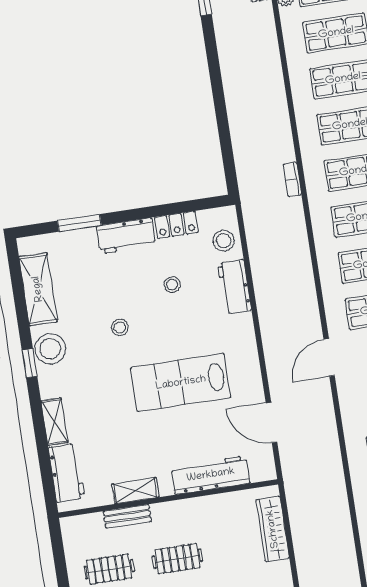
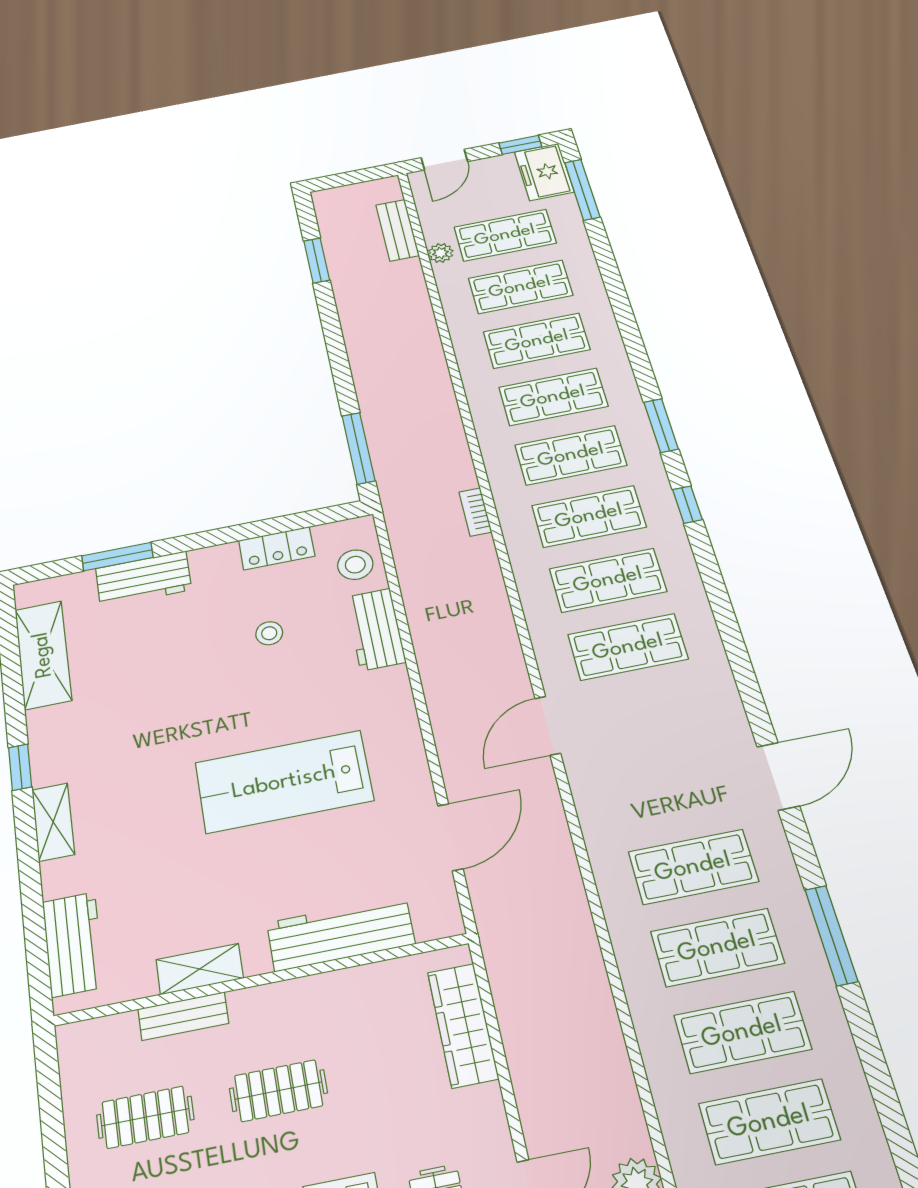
window: (227, 154) -> (358, 448), added
bookcase: (292, 179) -> (475, 512), moved
workbench: (126, 236) -> (143, 579), moved
stool: (120, 327) -> (179, 702), removed
stool: (50, 349) -> (57, 743), removed
shelving: (54, 422) -> (53, 822), moved
door: (271, 422) -> (450, 837), swing flipped

